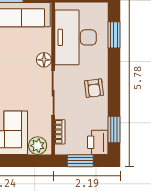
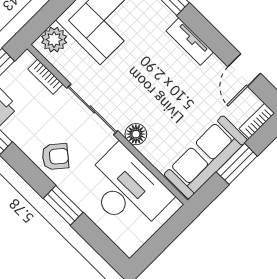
window: (114, 35) -> (63, 205), moved
armchair: (94, 88) -> (55, 157), turned 137

